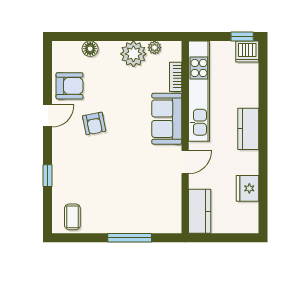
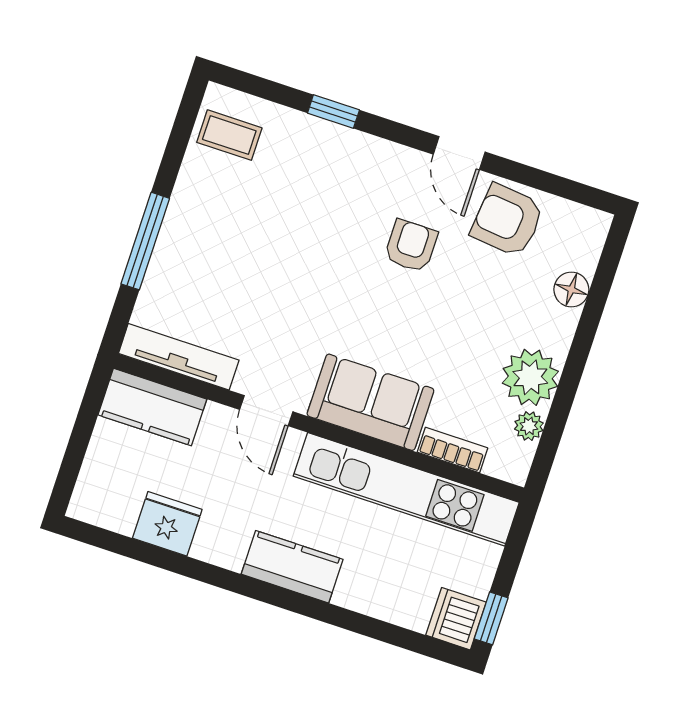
armchair: (70, 86) -> (507, 220), turned 96
armchair: (94, 123) -> (411, 246), turned 101
tv unit: (174, 207) -> (179, 357), added

